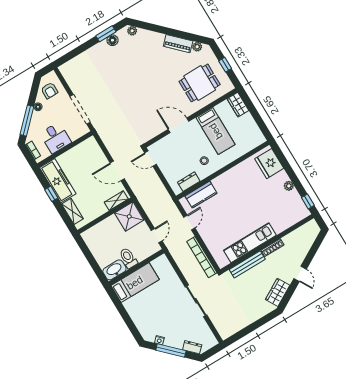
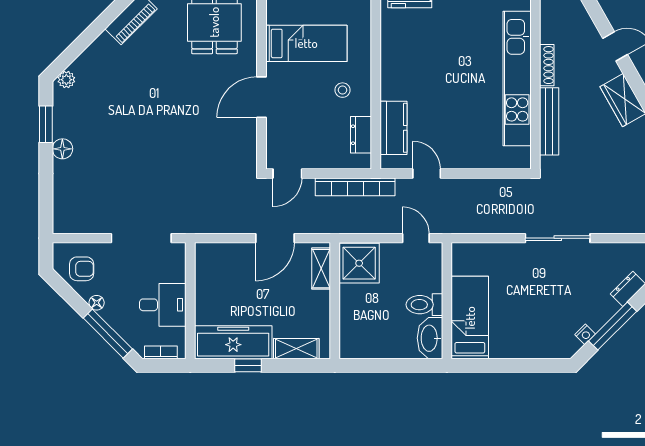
floor lamp: (112, 40) -> (62, 149), moved
kitchen unit: (250, 243) -> (517, 79), width x1.36
bookcase: (202, 257) -> (355, 187), moved

